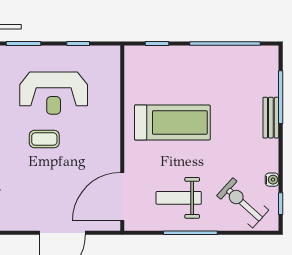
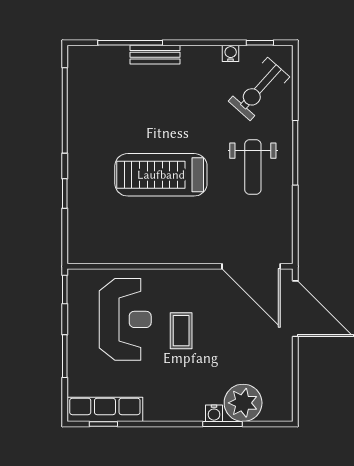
treadmill: (172, 122) -> (161, 175), turned -90
wall: (122, 138) -> (180, 266), moved
door: (122, 196) -> (251, 266), moved

